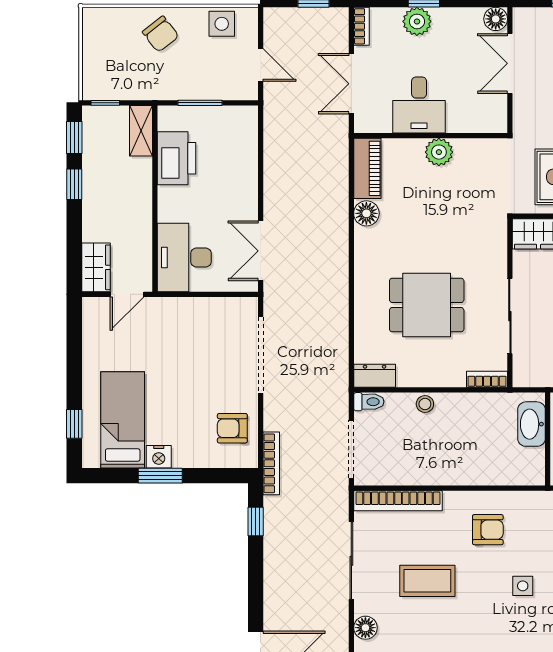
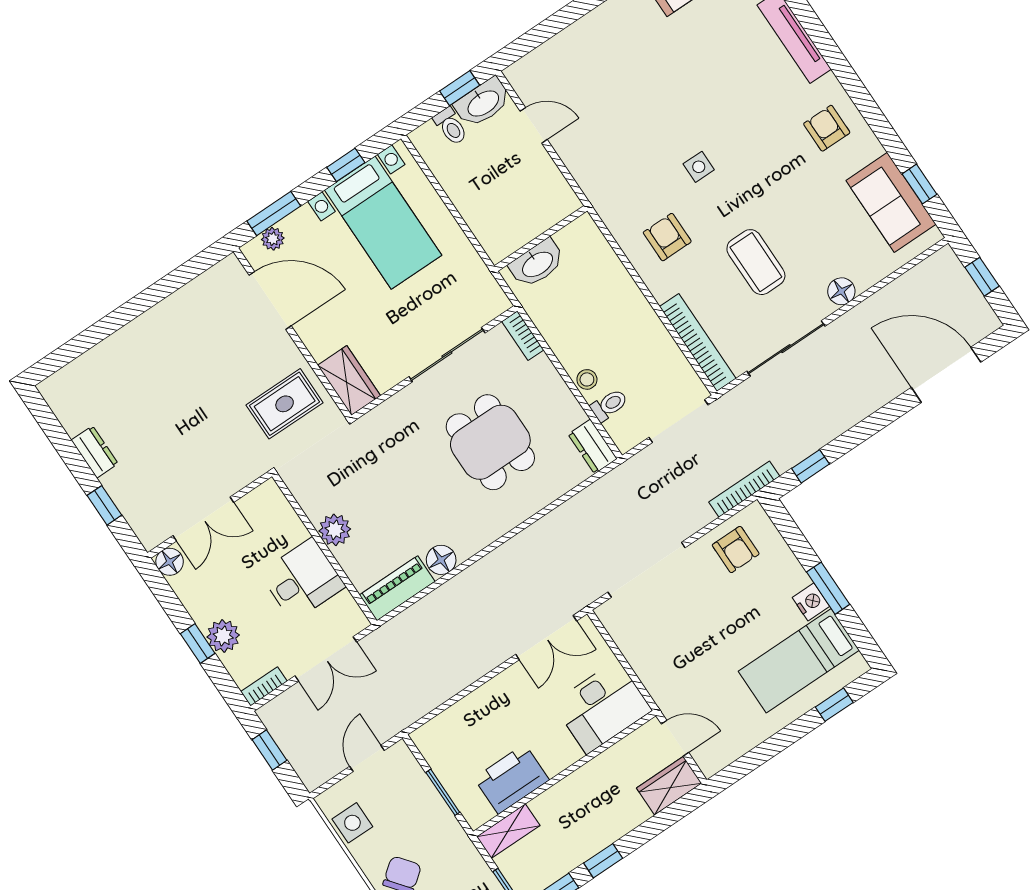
toilet: (369, 402) -> (609, 405), moved, turned 90

